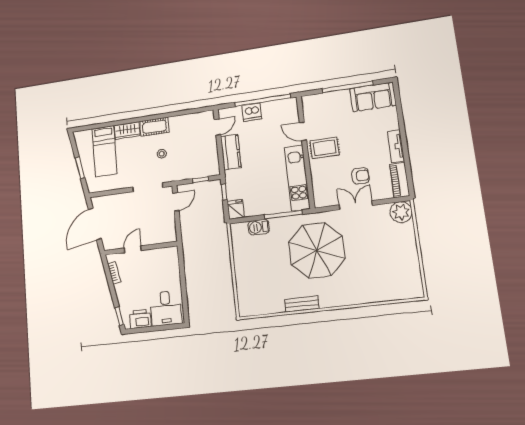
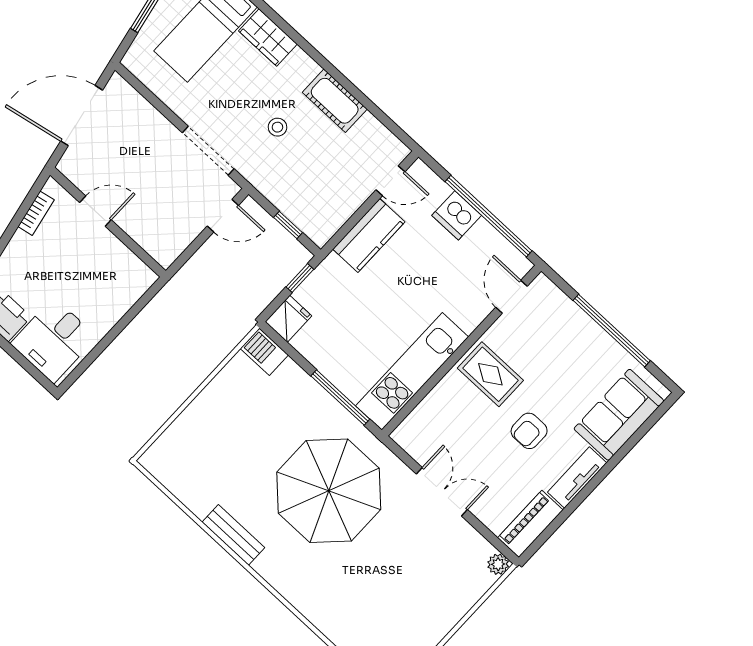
sofa: (373, 97) -> (619, 415), moved, turned 90
cot: (154, 127) -> (335, 101), moved
door: (303, 131) -> (512, 297), moved
armchair: (361, 176) -> (529, 431), moved, turned 90
plant: (401, 212) -> (498, 564), width x0.53, depth x0.53
barbecue: (259, 227) -> (264, 352), moved

